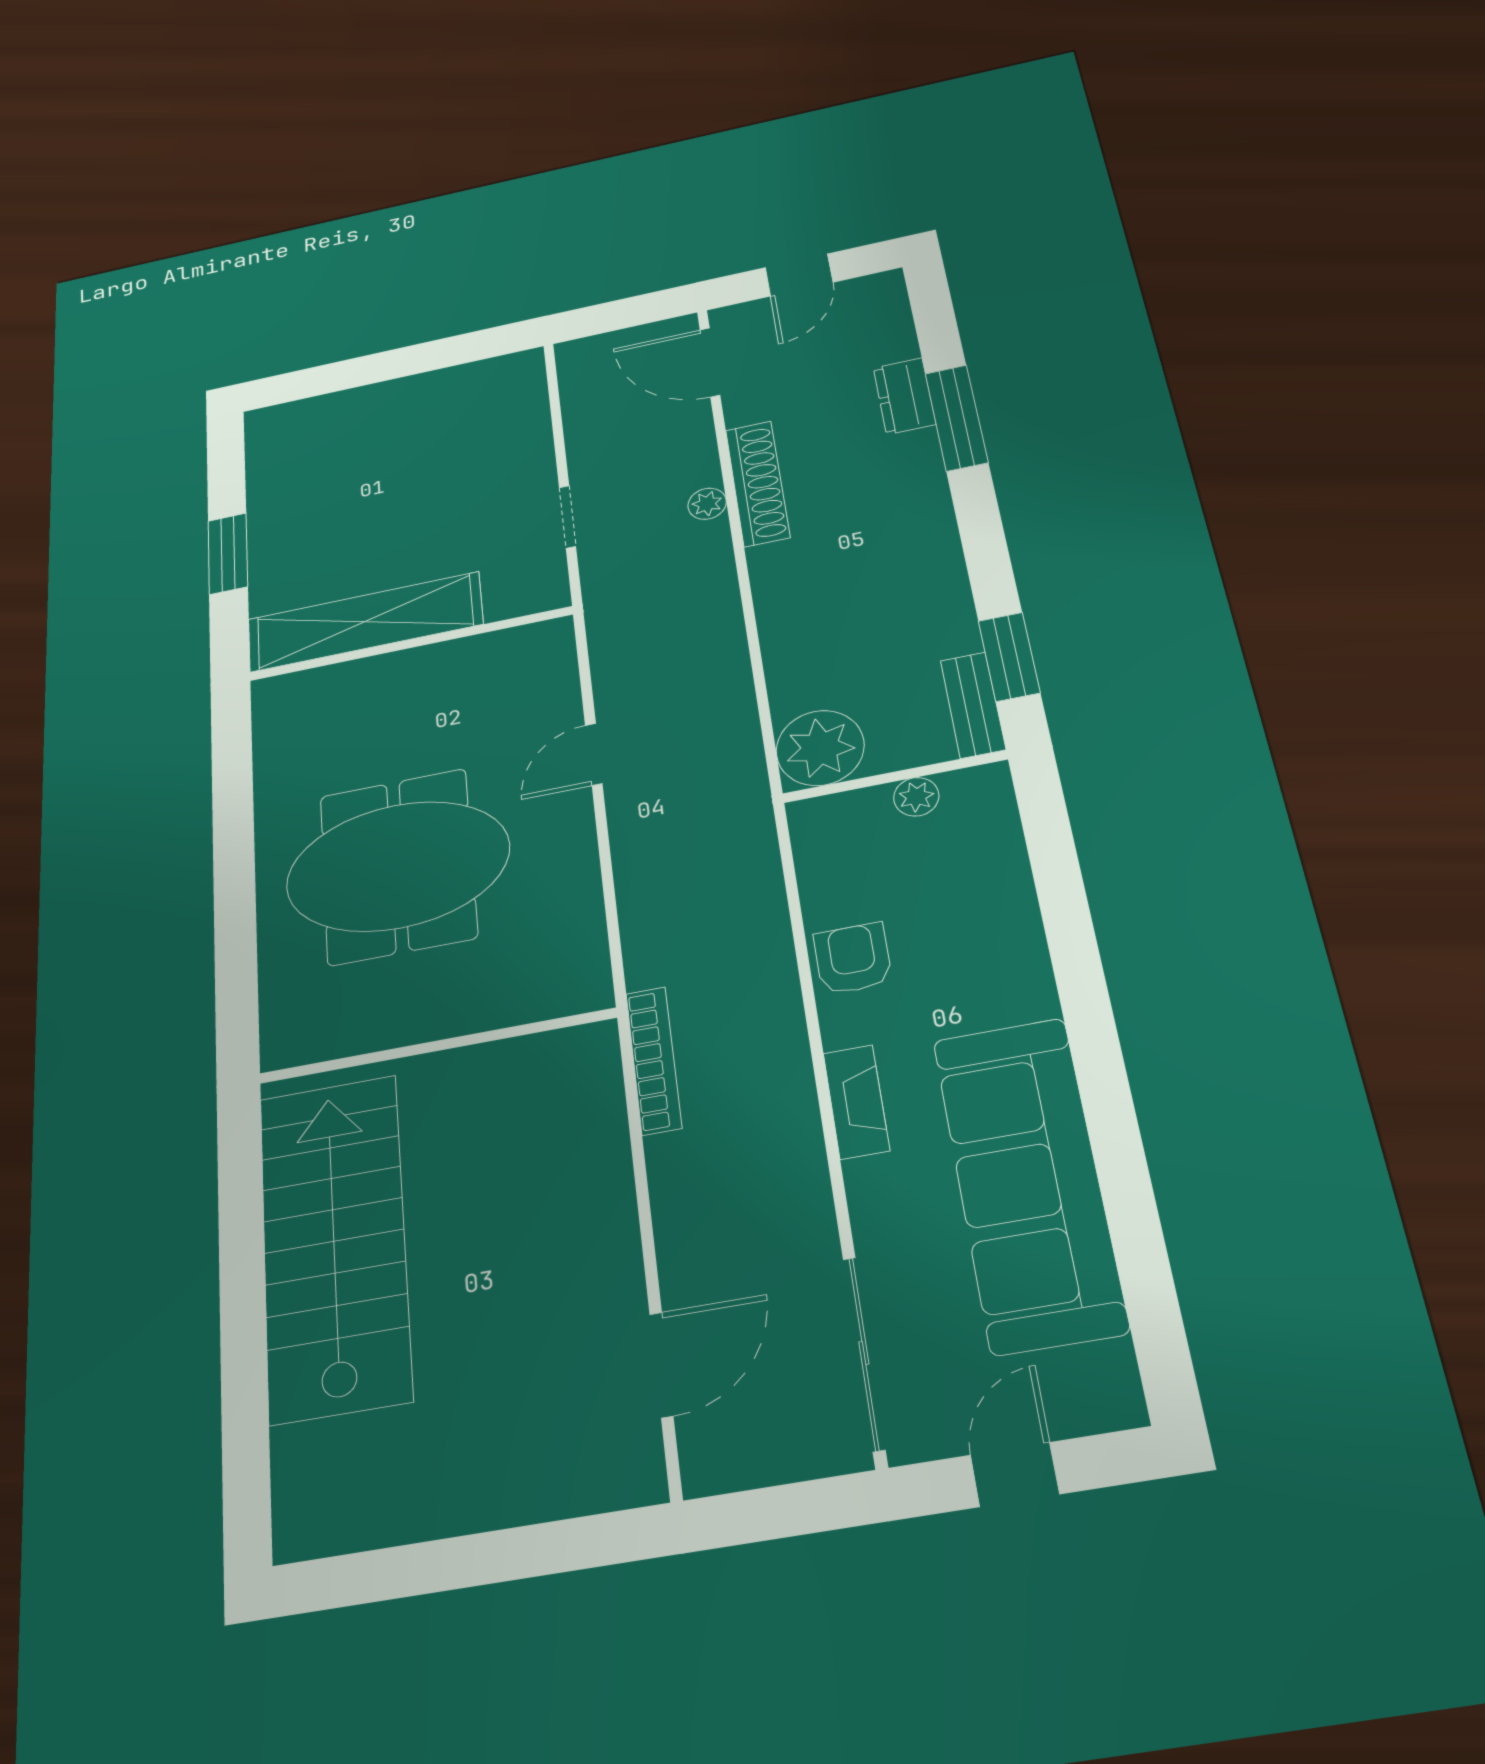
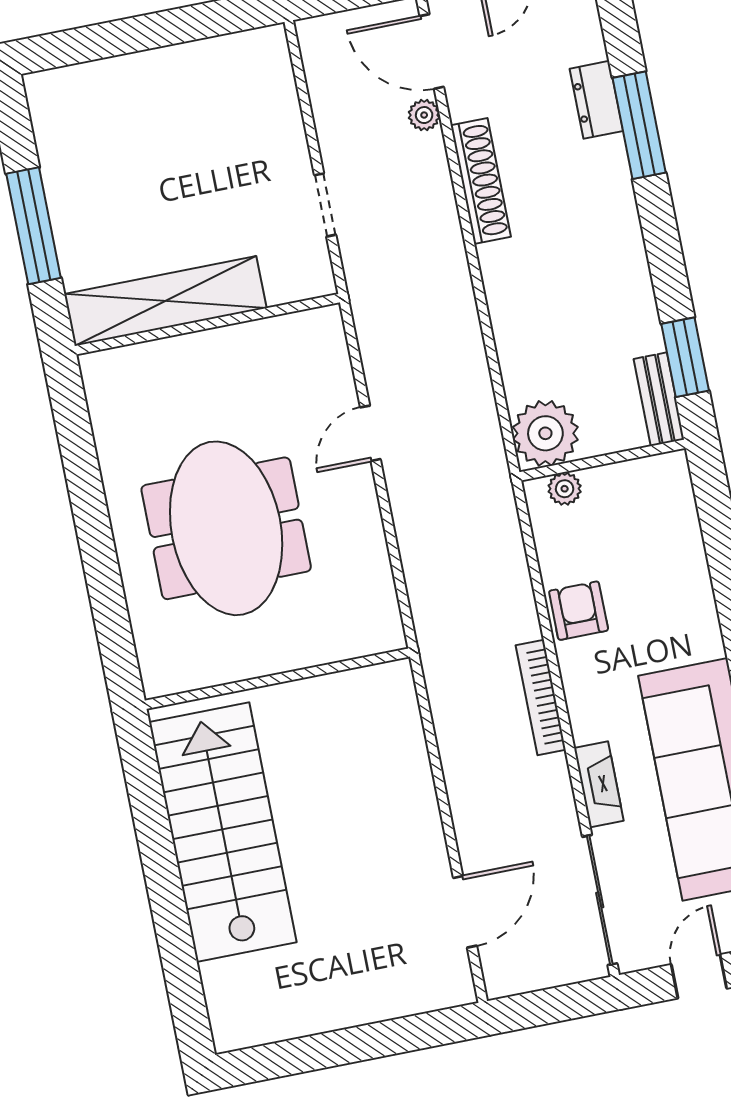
plant: (707, 504) -> (424, 115), moved
window: (228, 554) -> (34, 226), width x1.44
plant: (916, 797) -> (565, 489), moved
meeting table: (398, 866) -> (226, 528), turned 90
bookcase: (654, 1060) -> (541, 698), moved, turned 180
fireplace: (856, 1102) -> (599, 784), moved

